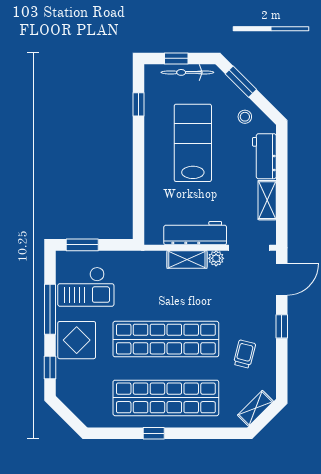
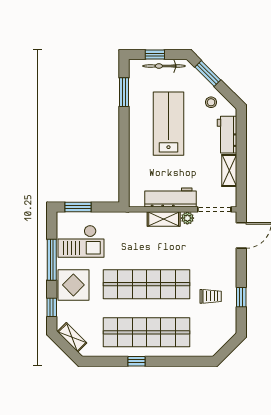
window: (139, 104) -> (124, 92), width x1.50
window: (282, 326) -> (241, 297), moved
trolley: (244, 354) -> (211, 296), turned 76
shelving: (256, 408) -> (72, 337), moved, turned 90

